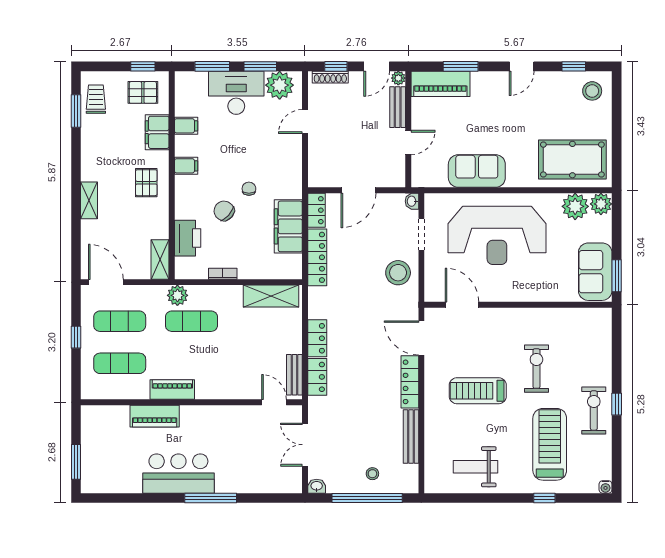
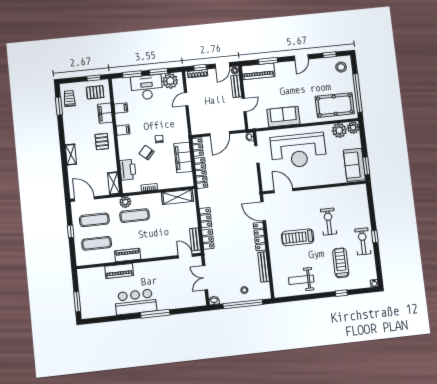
window: (617, 142) -> (358, 93), added
stool: (398, 273) -> (246, 177), removed
treadmill: (550, 444) -> (341, 263), width x0.73, depth x0.73

